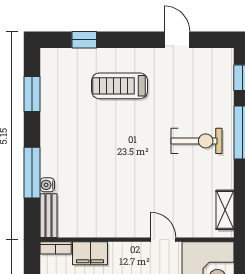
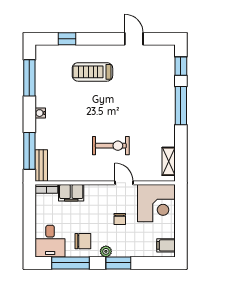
window: (32, 94) -> (29, 78), width x1.44
exercise bike: (197, 141) -> (111, 146), moved
window: (32, 173) -> (29, 151), moved
water cooler: (47, 185) -> (40, 113), moved

